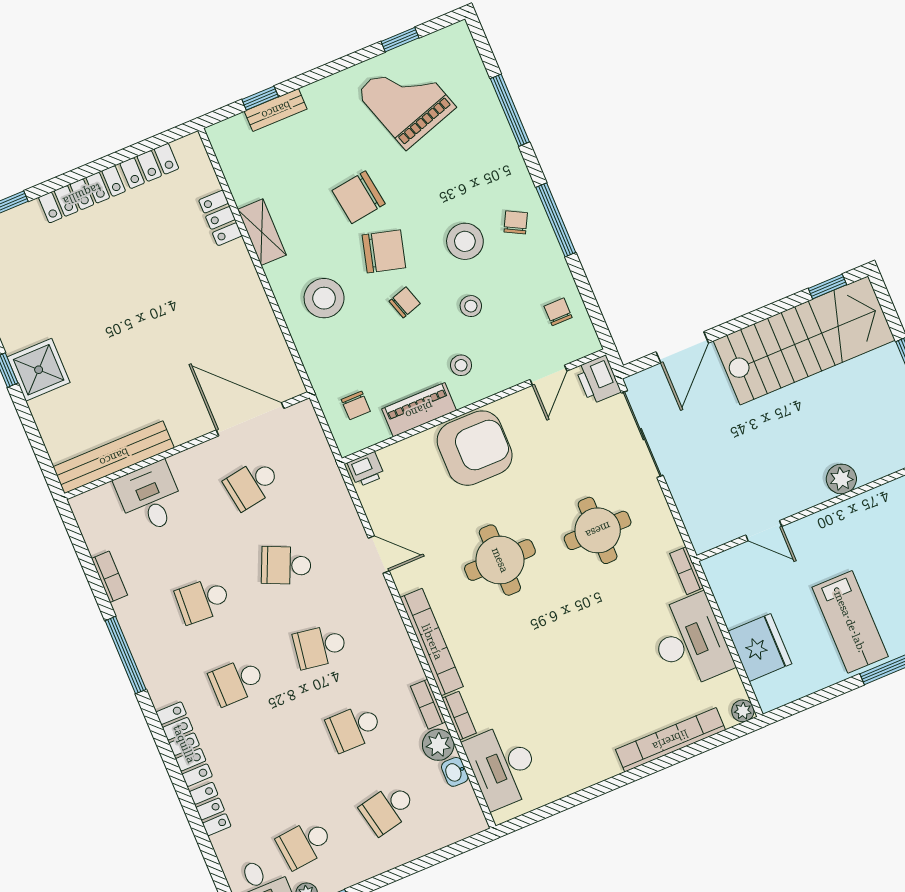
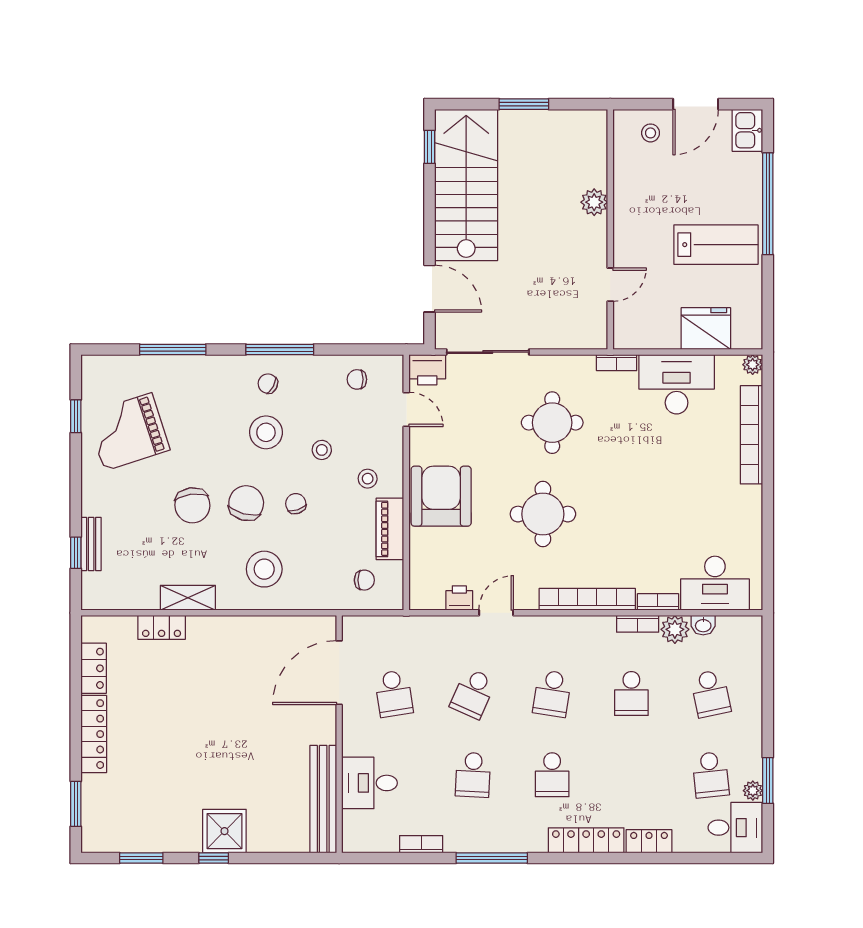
printer: (366, 469) -> (459, 598), moved, turned -90

